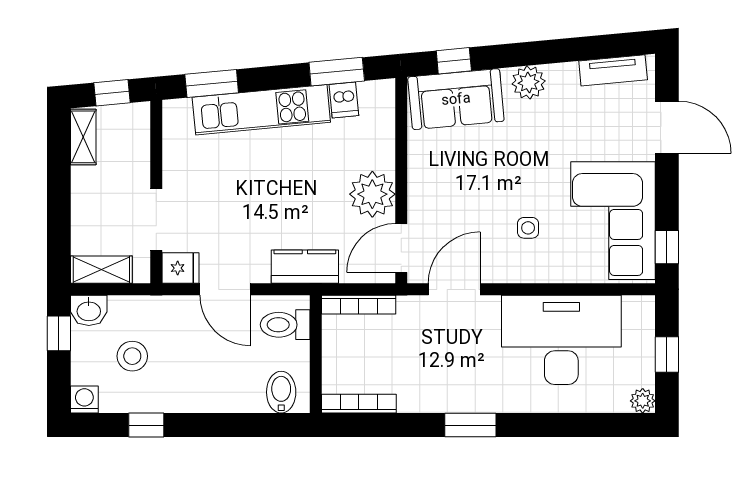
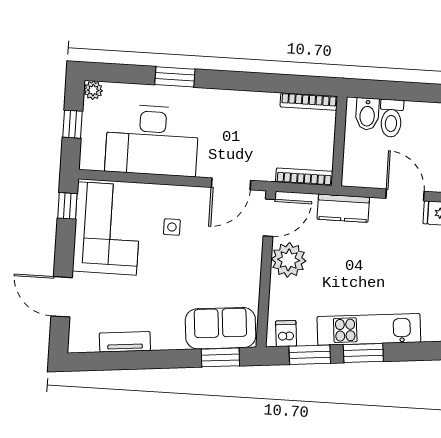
window: (454, 61) -> (220, 357), width x1.50
tv unit: (613, 70) -> (125, 342), moved
plant: (529, 82) -> (165, 337), removed
window: (212, 83) -> (363, 353), moved
dishwasher: (344, 100) -> (286, 333), moved
toilet: (285, 325) -> (391, 118), moved, turned 90
window: (470, 425) -> (175, 77), moved

